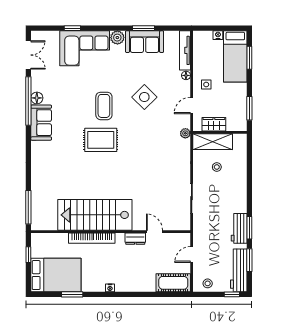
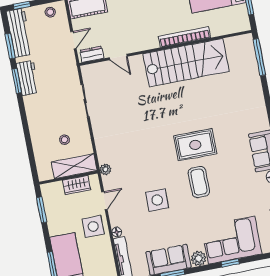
window: (72, 28) -> (230, 263), moved
side table: (206, 84) -> (93, 226), width x1.87, depth x1.87
side table: (144, 97) -> (157, 200), turned 45
dresser: (135, 239) -> (92, 54), moved

